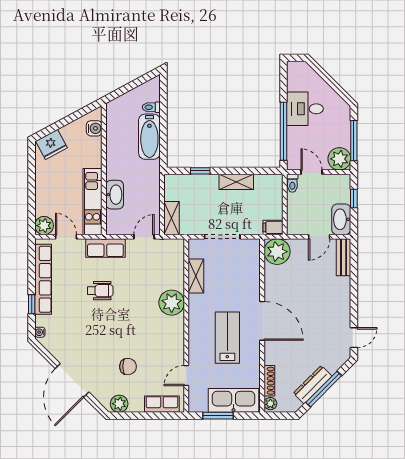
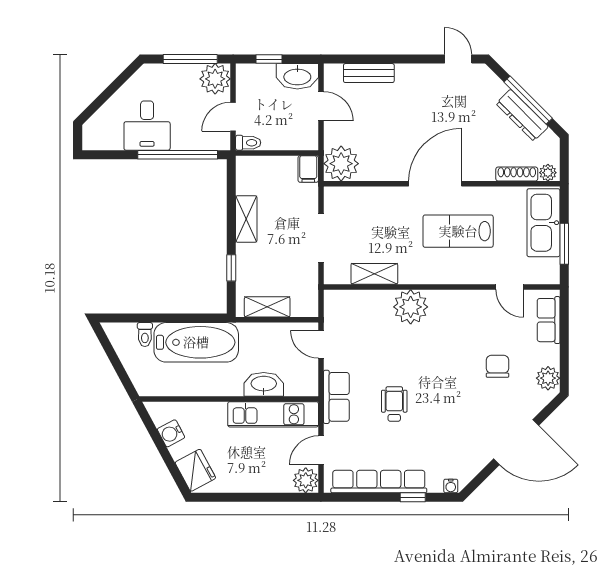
water cooler: (94, 128) -> (171, 433), moved, turned -118
bathtub: (149, 137) -> (196, 342), width x1.36, depth x1.36
shelving: (172, 218) -> (267, 307), moved
bench: (344, 257) -> (369, 73), moved

